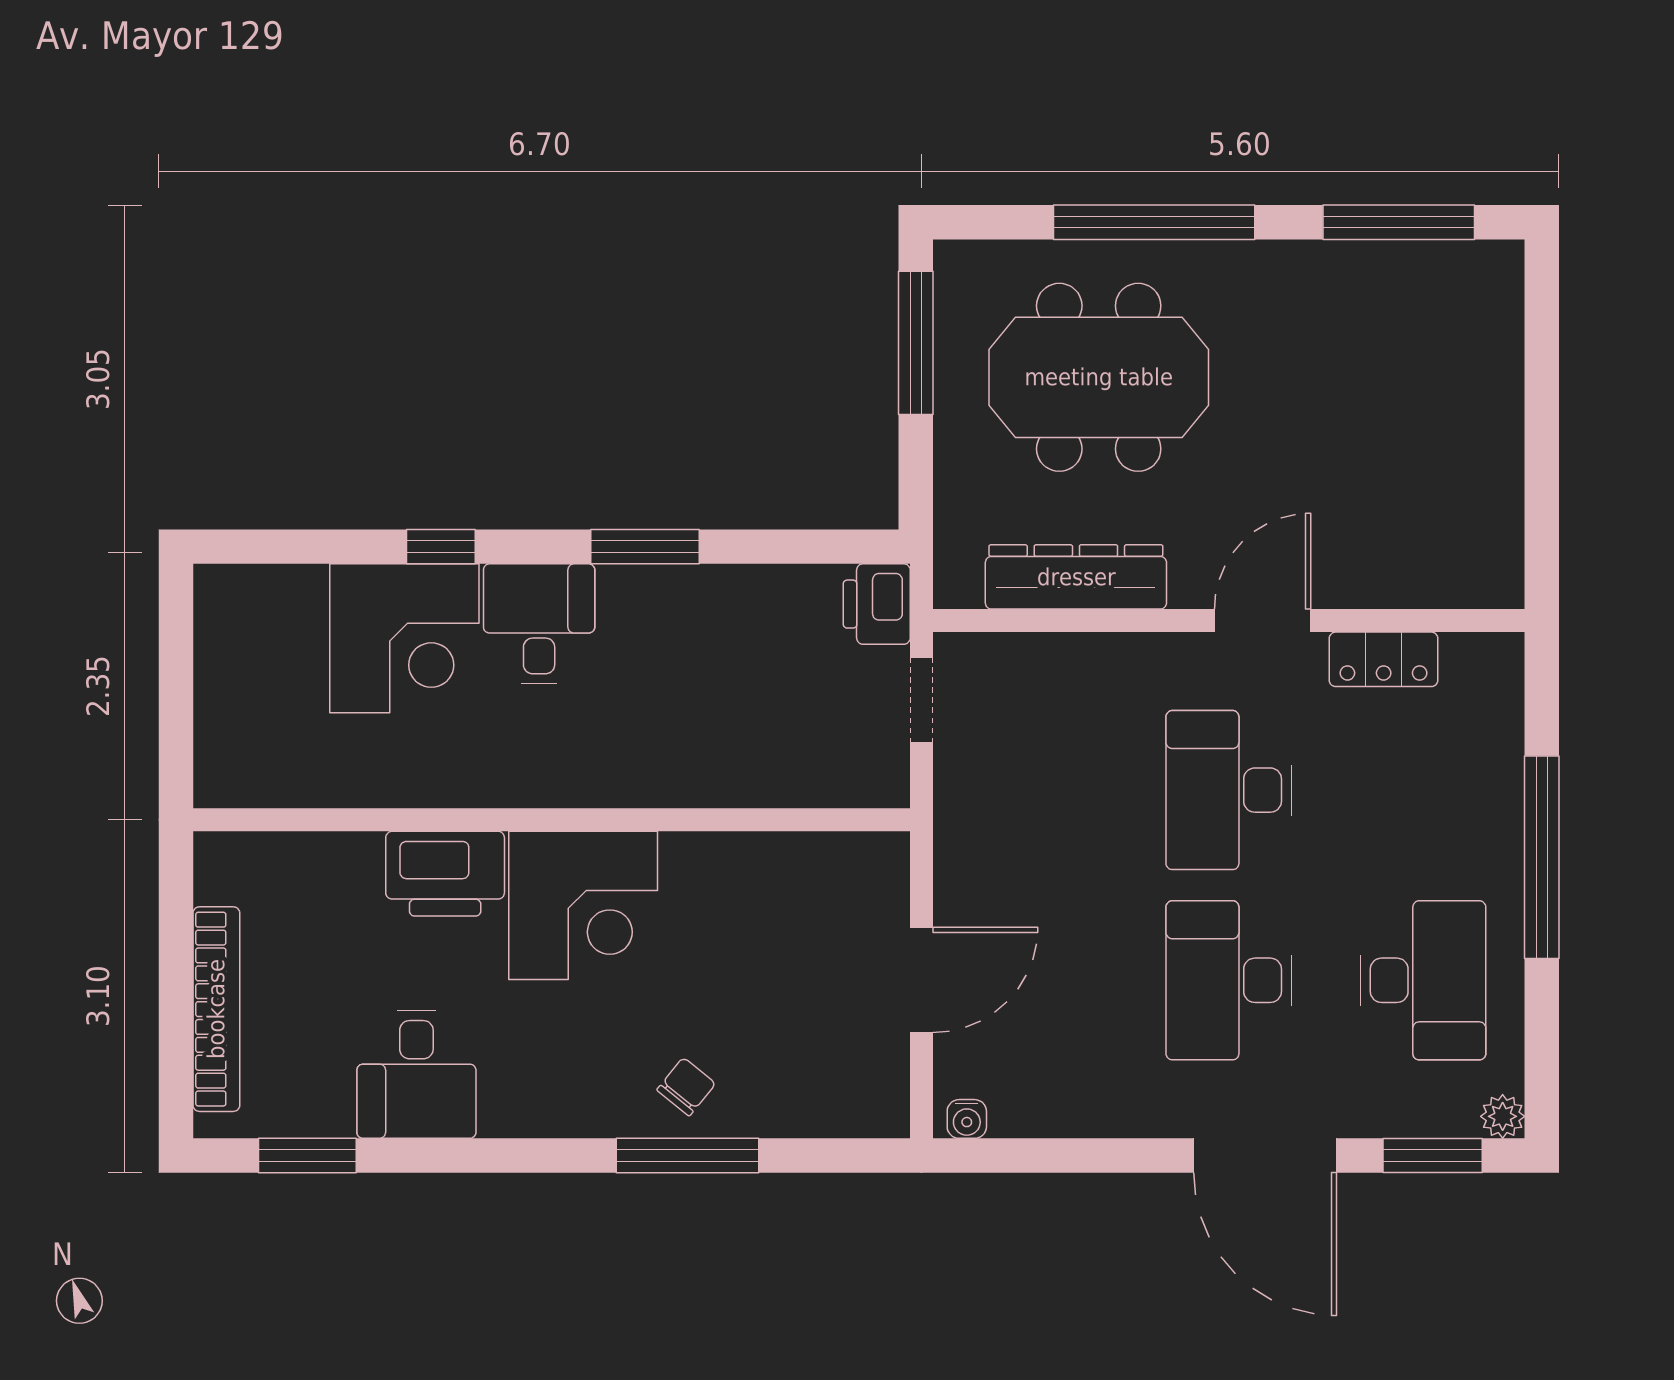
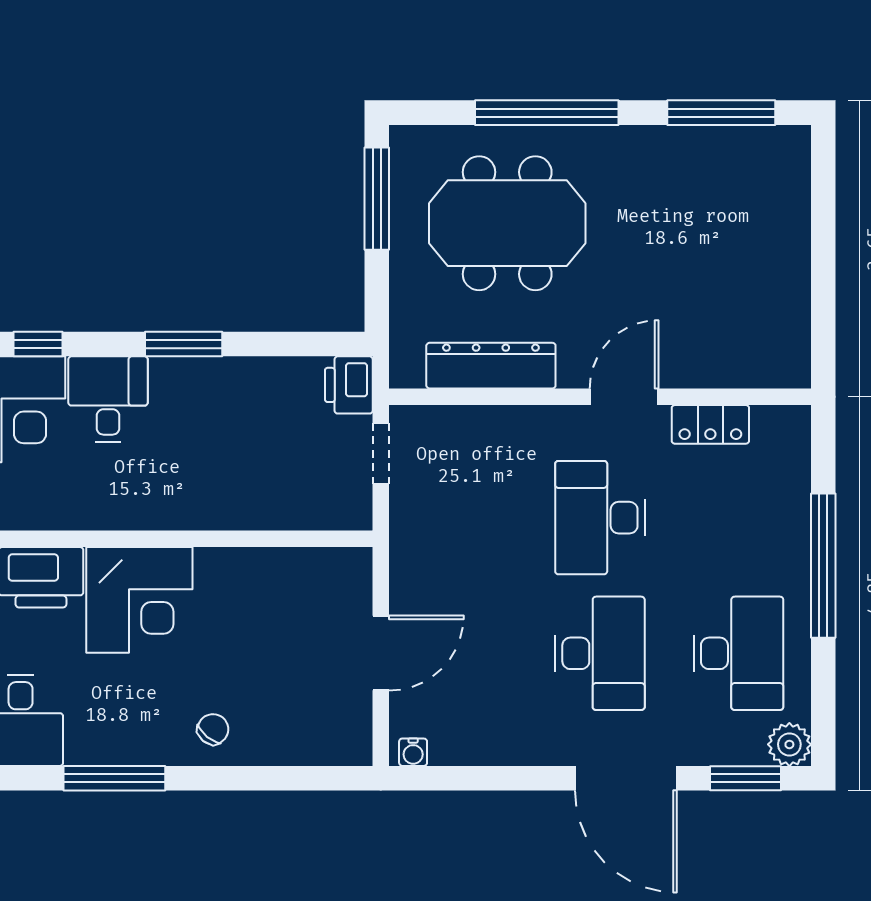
desk: (1229, 980) -> (600, 653), turned 180
plant: (1503, 1116) -> (789, 744), width x1.38, depth x1.38
window: (688, 1155) -> (114, 778), moved

